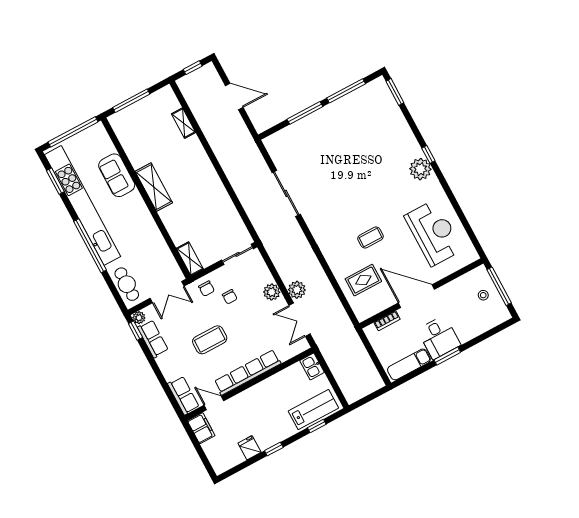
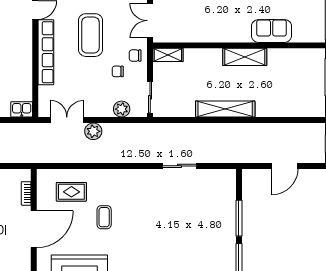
shelving: (184, 123) -> (225, 109), moved, width x2.20, depth x1.33
sliding door: (286, 193) -> (180, 166), width x0.73
rug: (363, 280) -> (71, 192), turned 90
plant: (272, 292) -> (122, 109), moved
coffee table: (210, 340) -> (90, 35), width x1.36, depth x1.32

